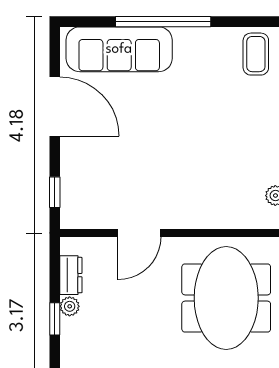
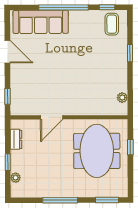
window: (247, 22) -> (107, 7), added
door: (55, 107) -> (7, 52), width x0.73
plant: (70, 306) -> (16, 178), moved

